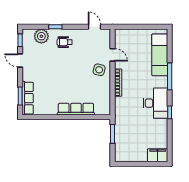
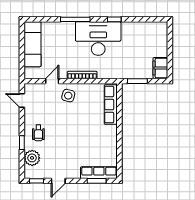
door: (95, 27) -> (22, 101), hinge flipped
exam couch: (160, 55) -> (33, 44), moved, turned -90
desk: (156, 103) -> (98, 39), width x1.36, depth x1.30
row of seats: (76, 109) -> (111, 104), moved
filing cabinet: (158, 155) -> (160, 68), moved

